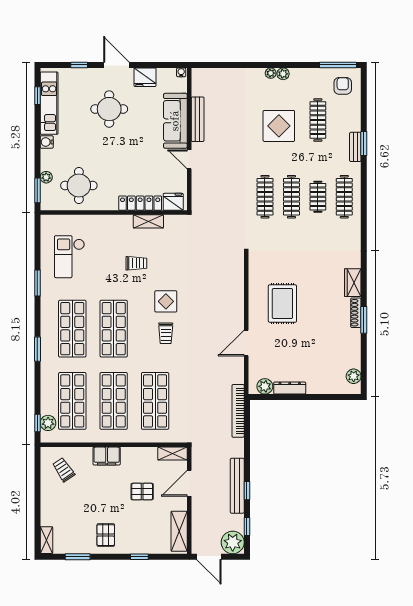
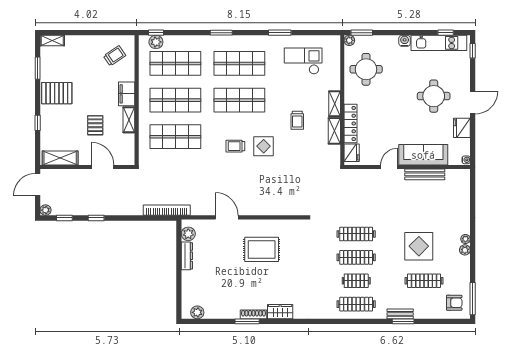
window: (79, 65) -> (473, 51), moved
plant: (46, 177) -> (349, 40), moved
shelving: (118, 221) -> (335, 104), added
shelving: (172, 454) -> (129, 120), moved
bench: (237, 486) -> (100, 209), removed
pallet: (106, 535) -> (57, 93), width x1.50, depth x1.42
plant: (233, 542) -> (46, 210), width x0.53, depth x0.53

